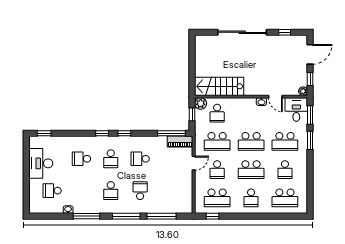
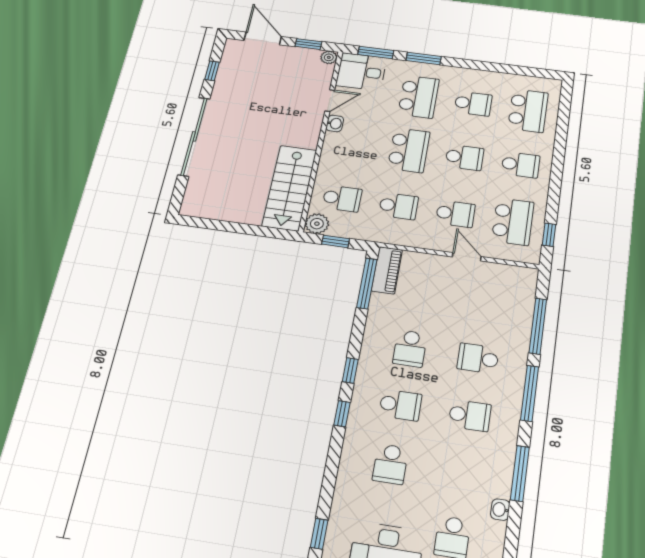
school desk: (217, 141) -> (398, 206), width x0.54
door: (194, 163) -> (467, 257), moved
school desk: (251, 170) -> (464, 157), width x0.54

